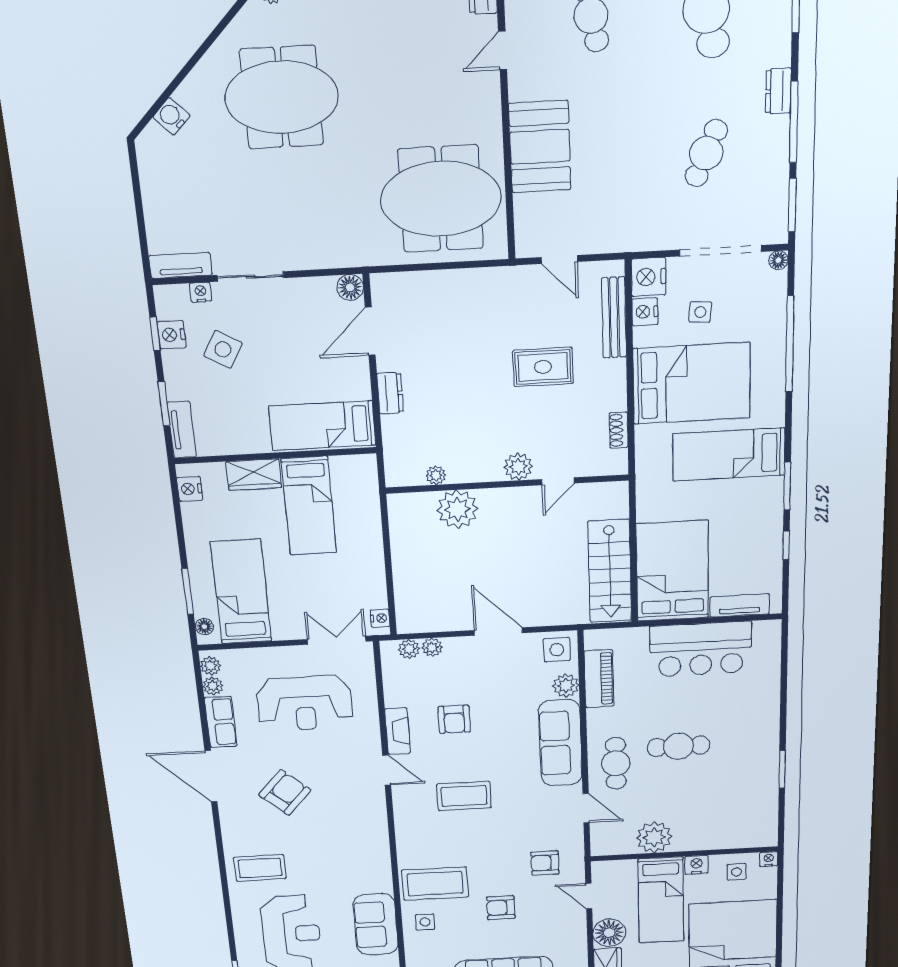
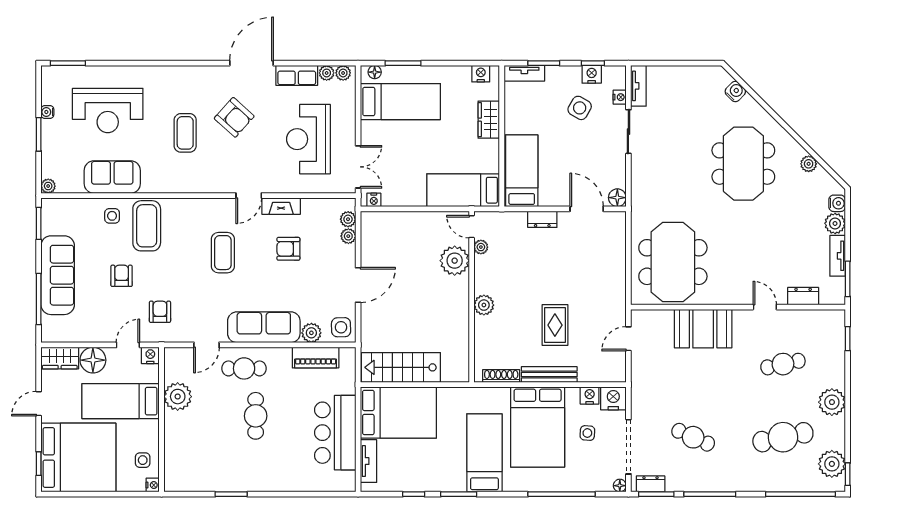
dresser: (778, 91) -> (651, 484), moved
bench: (614, 318) -> (549, 374), moved
shoe rack: (619, 430) -> (501, 376), width x1.43
door: (558, 481) -> (472, 227), moved
bed: (309, 506) -> (463, 190), moved
nightstand: (696, 865) -> (150, 355), moved, turned -90
coffee table: (260, 868) -> (185, 133), moved

